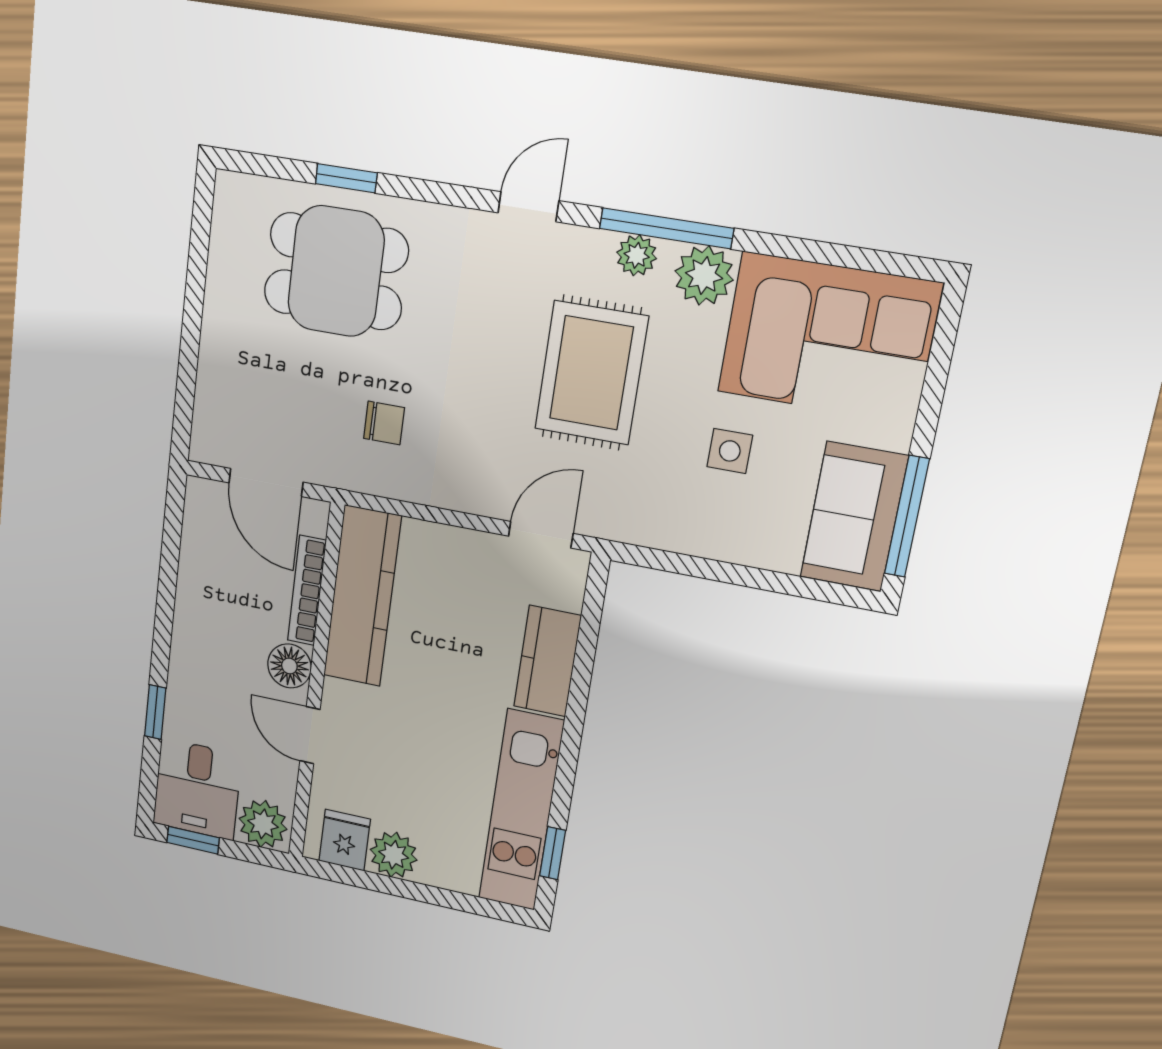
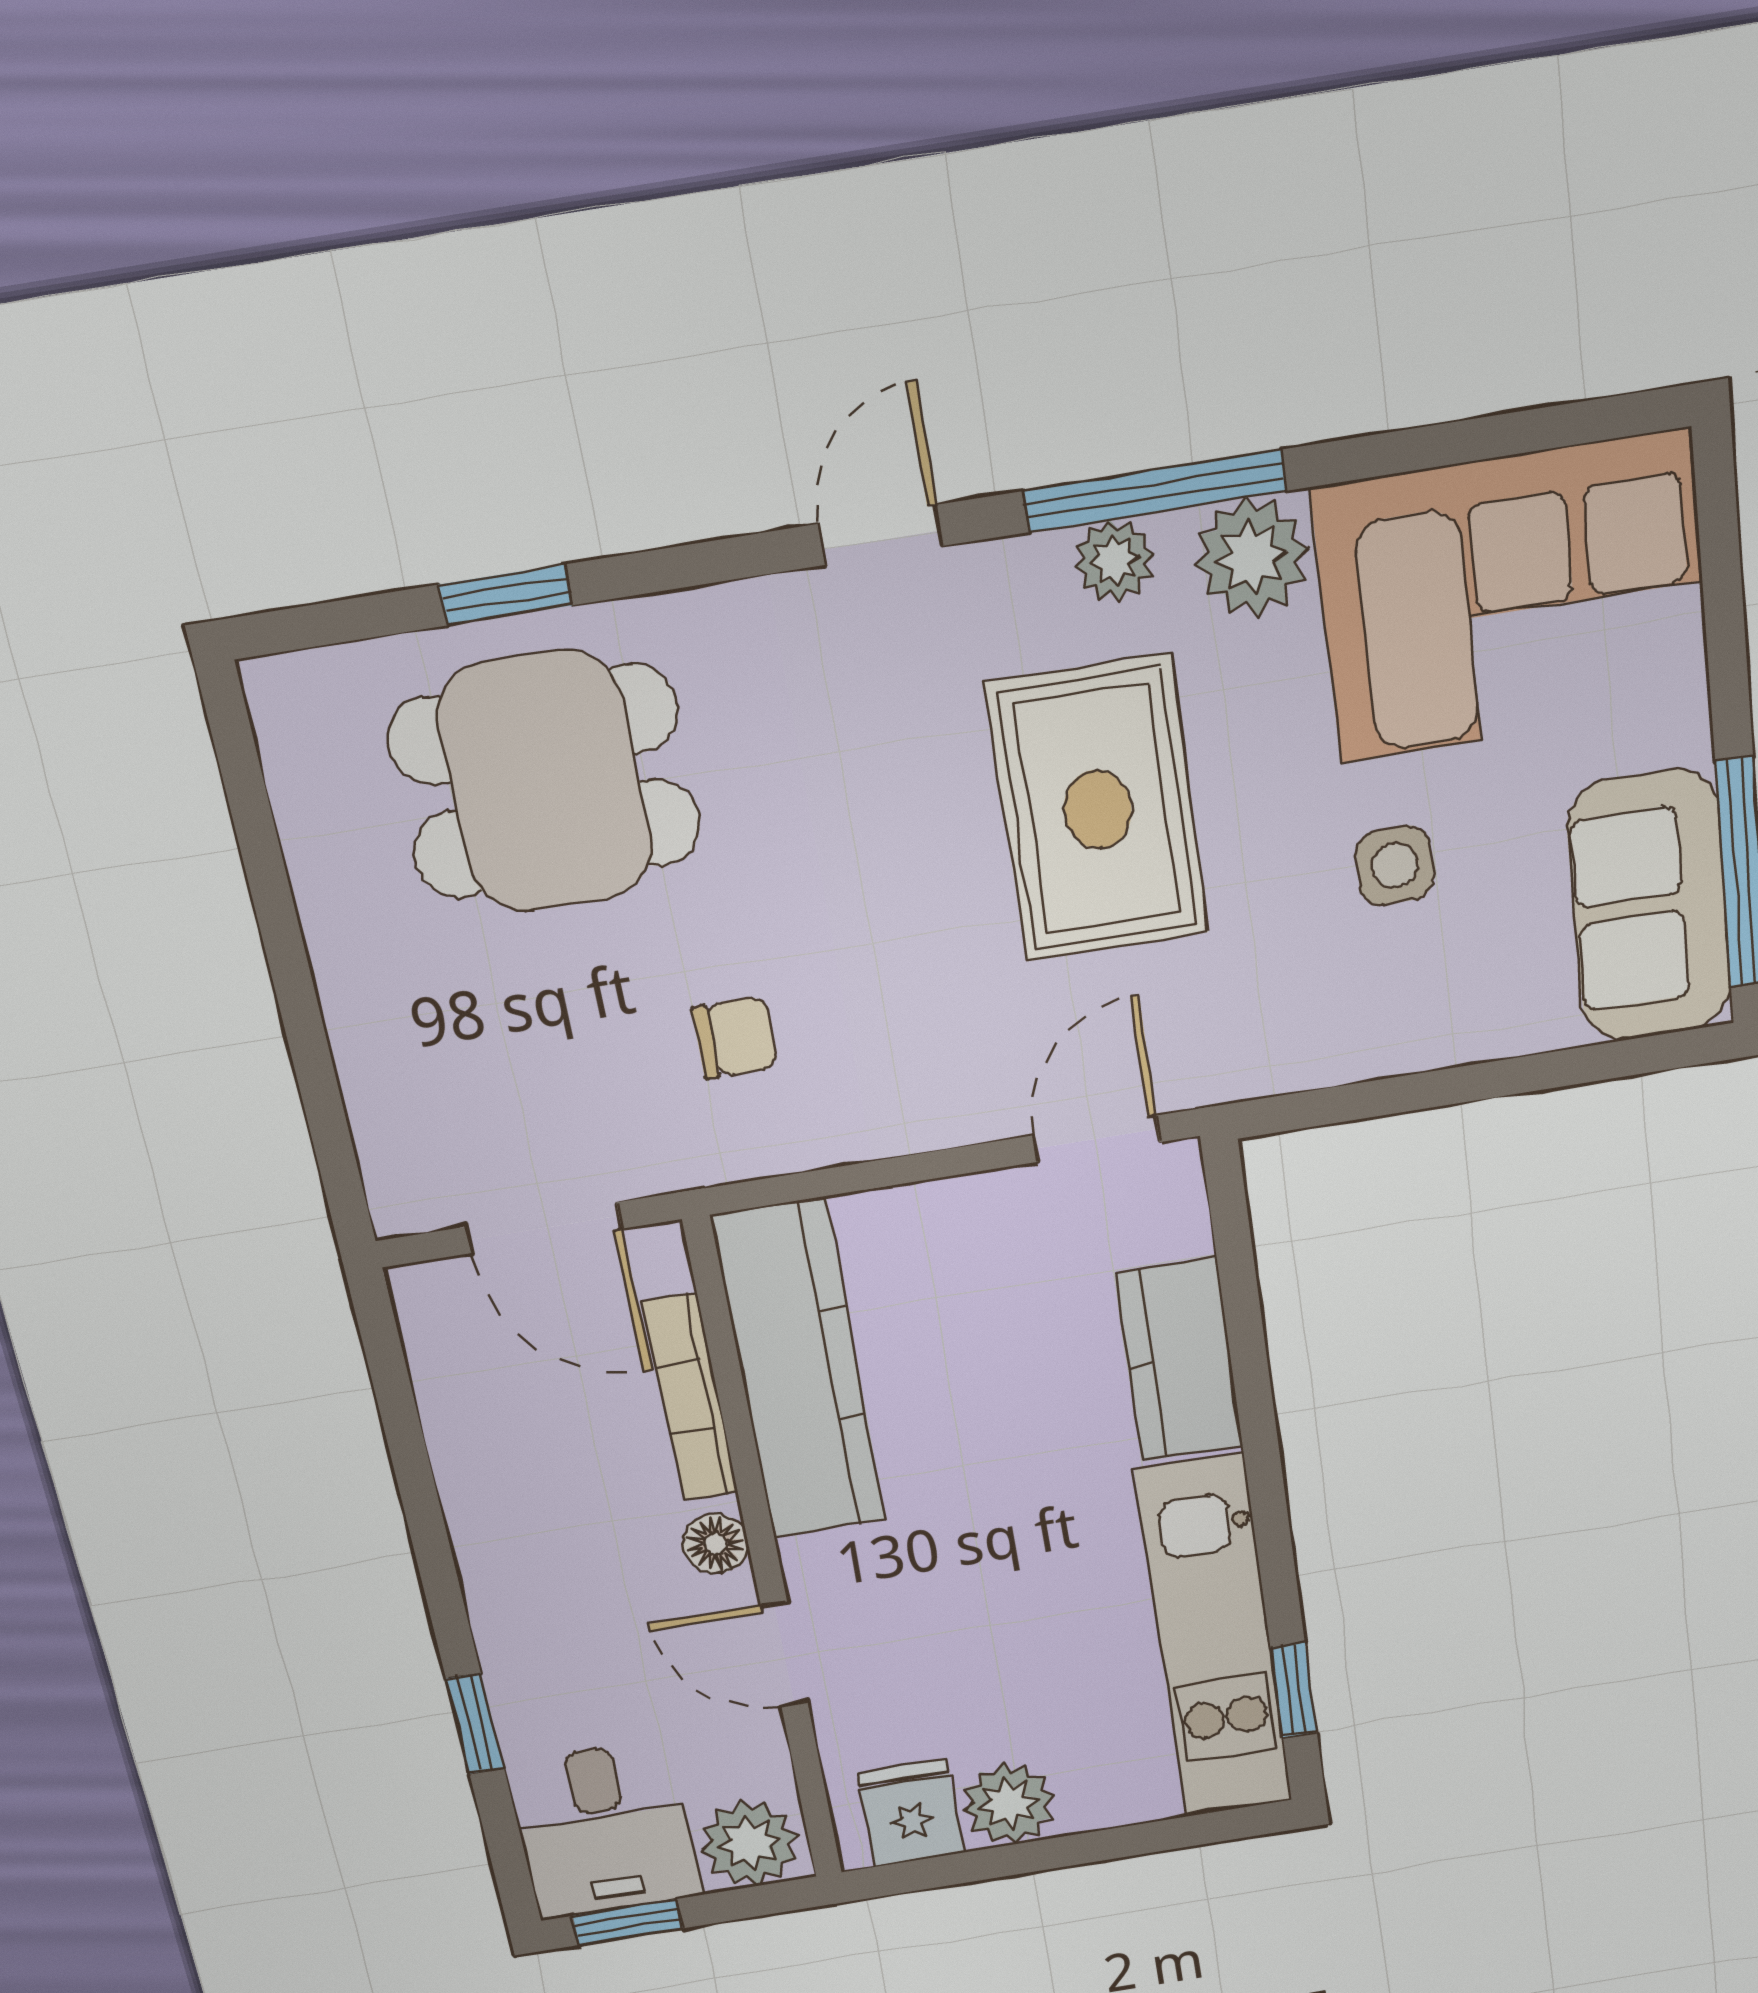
floor lamp: (289, 666) -> (716, 1544), width x0.73, depth x0.73

